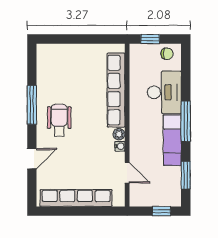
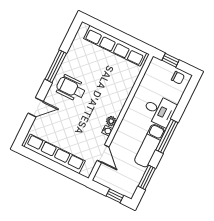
row of seats: (116, 90) -> (115, 46), moved, turned -90
desk: (164, 92) -> (159, 111), width x0.73
wheelchair: (59, 120) -> (71, 88), turned -90

